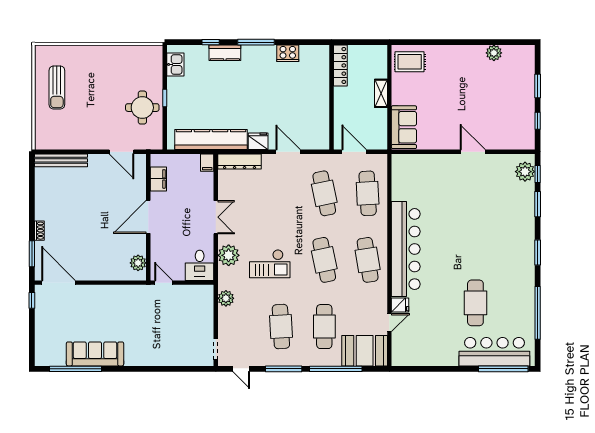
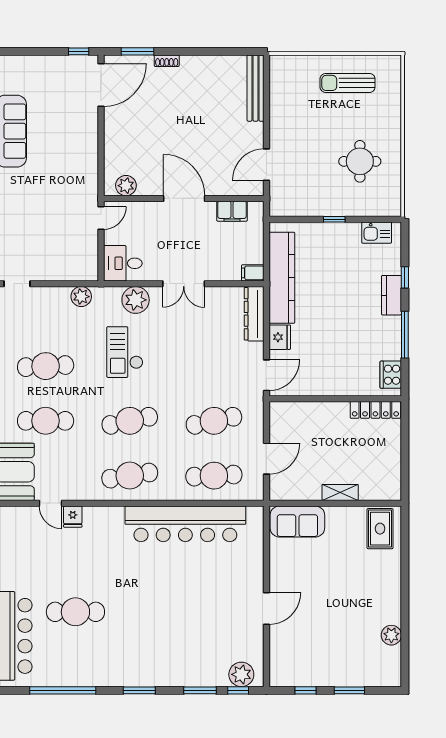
locker: (340, 65) -> (375, 410), moved
wall: (332, 97) -> (335, 399), moved
round table: (142, 108) -> (360, 161), moved
bar counter: (406, 249) -> (185, 524), moved

